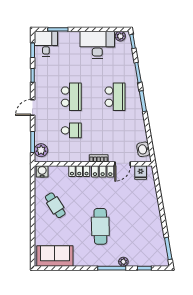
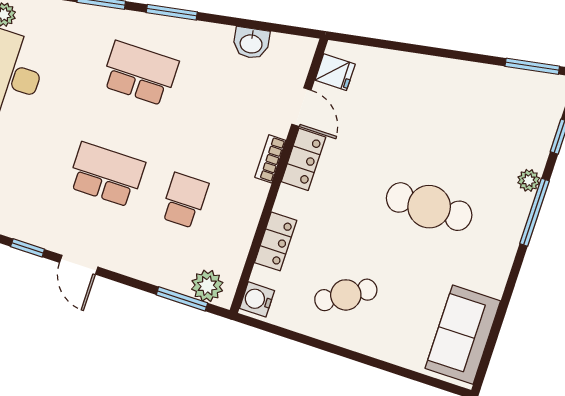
door: (33, 107) -> (79, 265), moved
washbasin: (143, 149) -> (251, 43), moved
locker: (79, 171) -> (276, 241), moved

